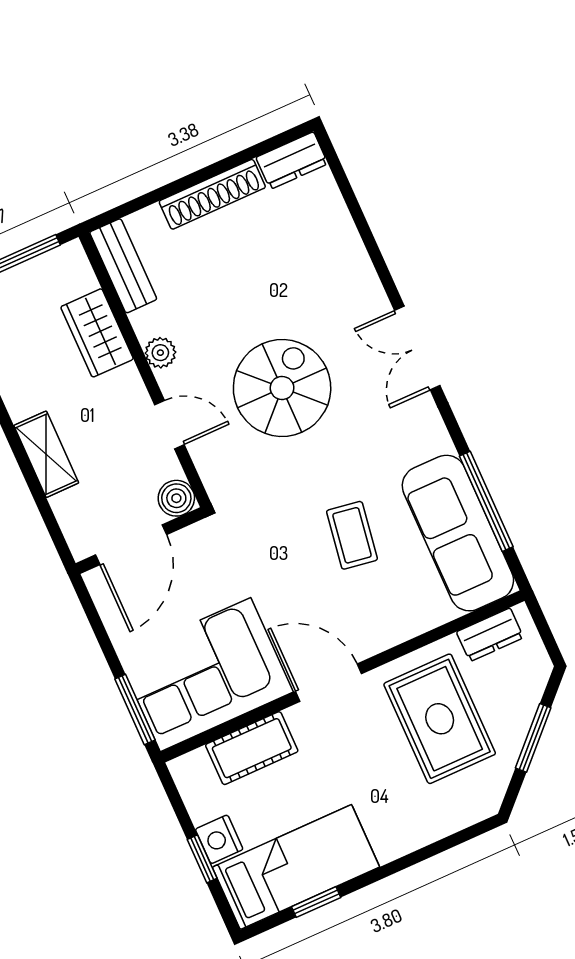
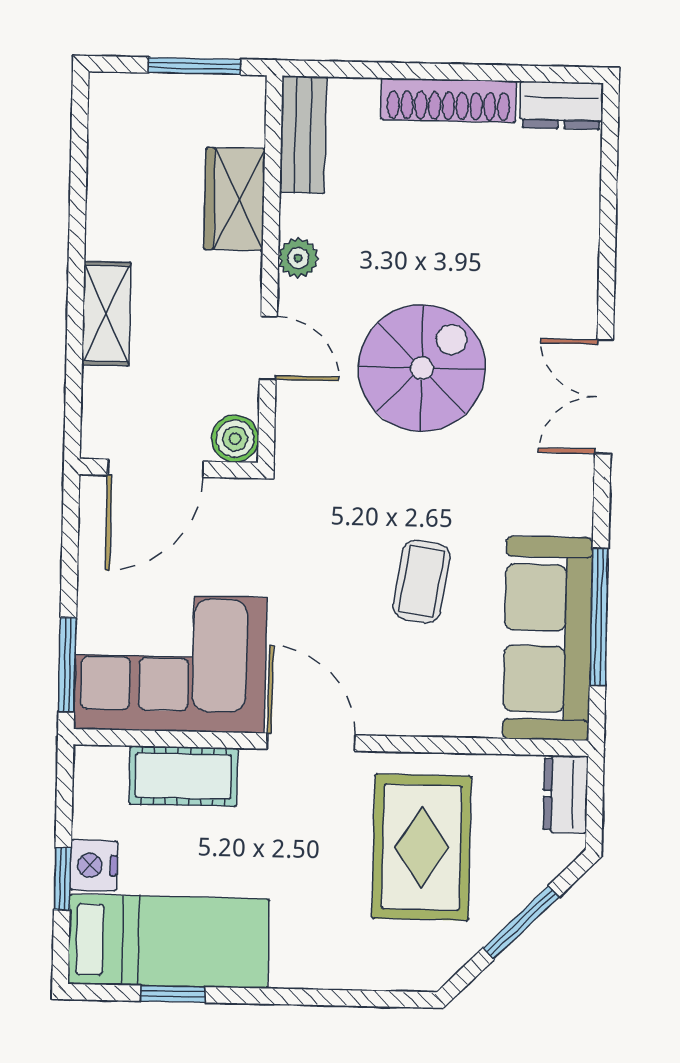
dresser: (490, 635) -> (566, 794), moved, turned 90

